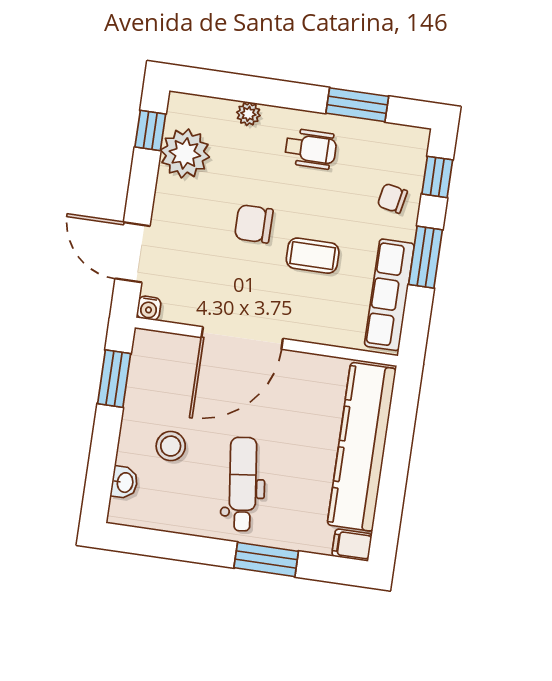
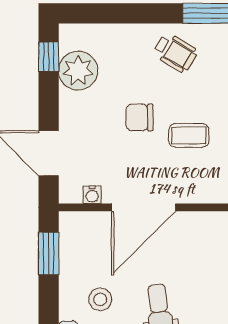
plant: (248, 114) -> (123, 33), removed
wheelchair: (311, 149) -> (175, 53), turned 31
water cooler: (149, 308) -> (92, 195), moved

